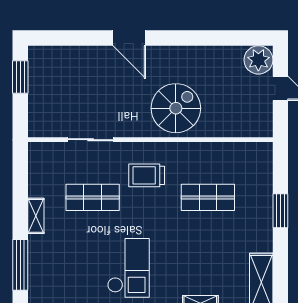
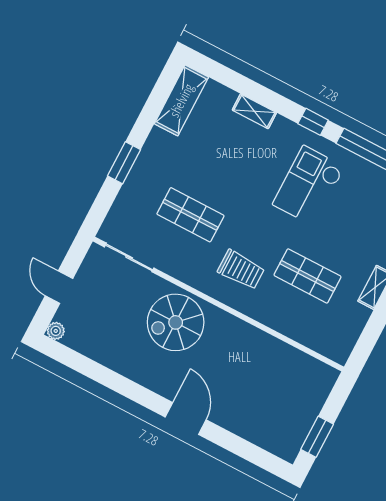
plant: (258, 60) -> (56, 331), width x0.53, depth x0.53
sliding door: (91, 140) -> (129, 257), moved

